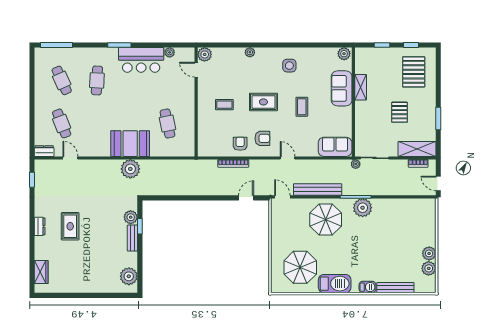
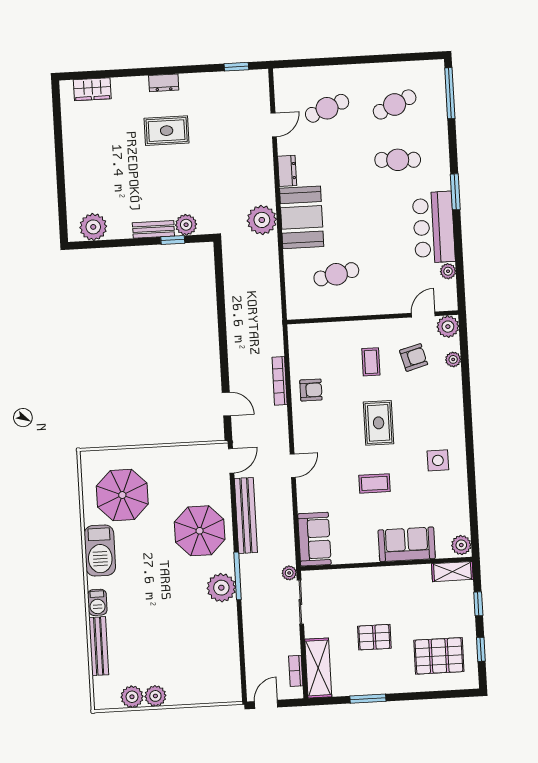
plant: (250, 52) -> (453, 359), moved
shelving: (361, 87) -> (452, 572), moved
armchair: (262, 138) -> (414, 357), moved, turned -105
dresser: (44, 151) -> (287, 171), moved

